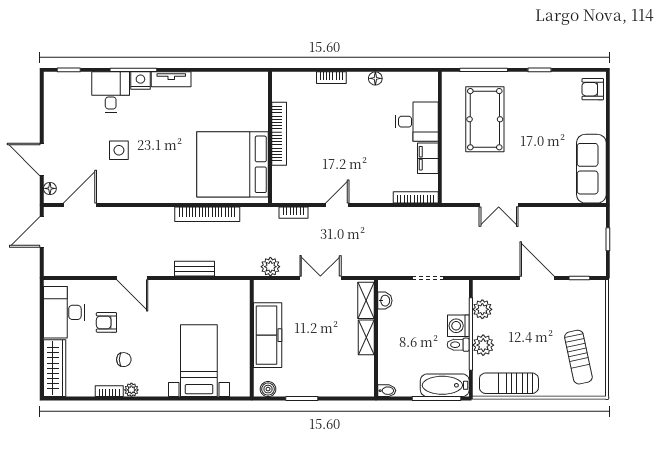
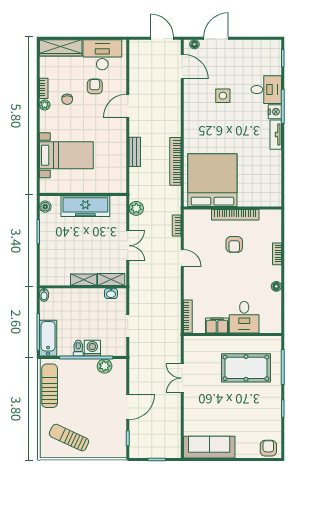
armchair: (319, 135) -> (234, 244), added
plant: (483, 345) -> (78, 367), removed
sun lounger: (578, 357) -> (69, 438), turned 37

